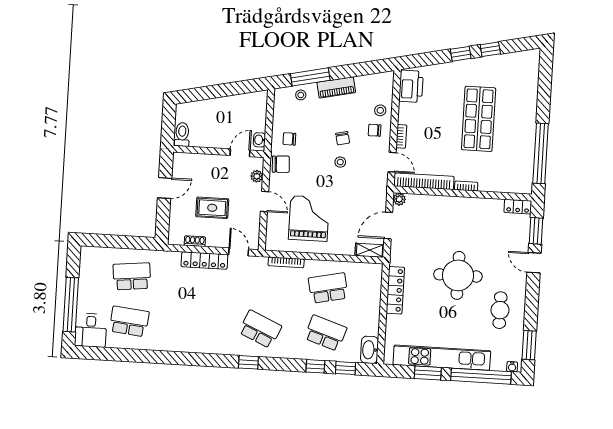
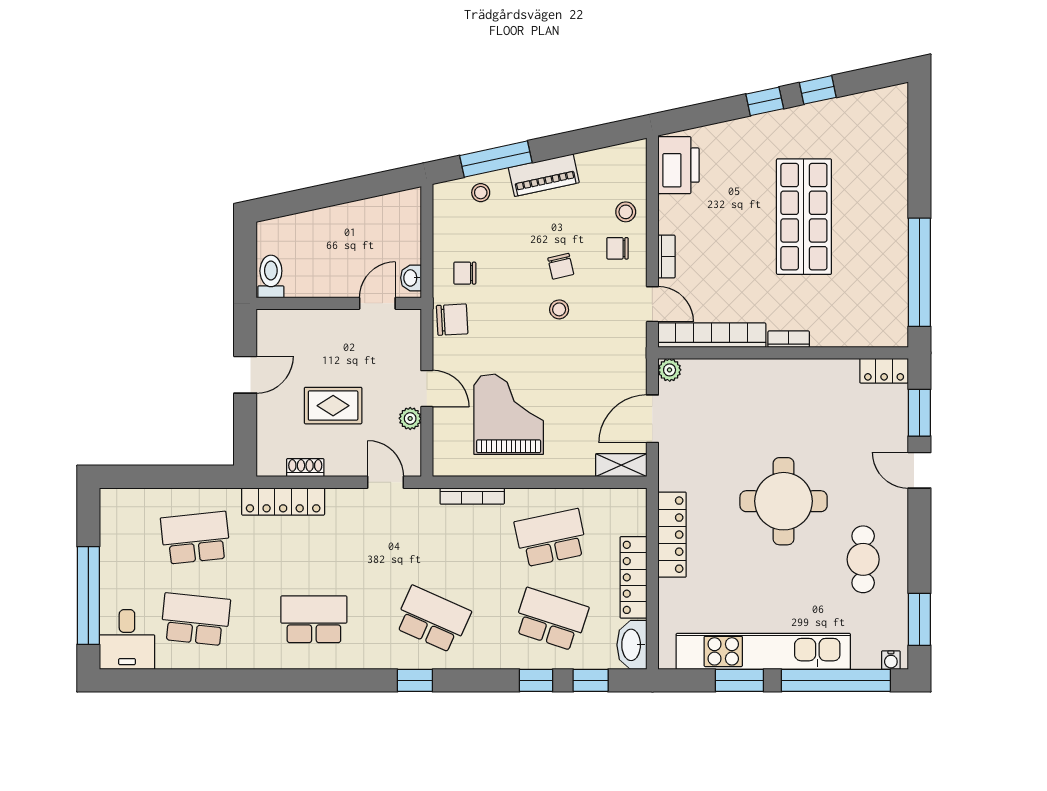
plant: (257, 176) -> (410, 418), moved
locker: (204, 260) -> (283, 501), moved
locker: (373, 313) -> (634, 577), added
school desk: (195, 325) -> (314, 619), added

